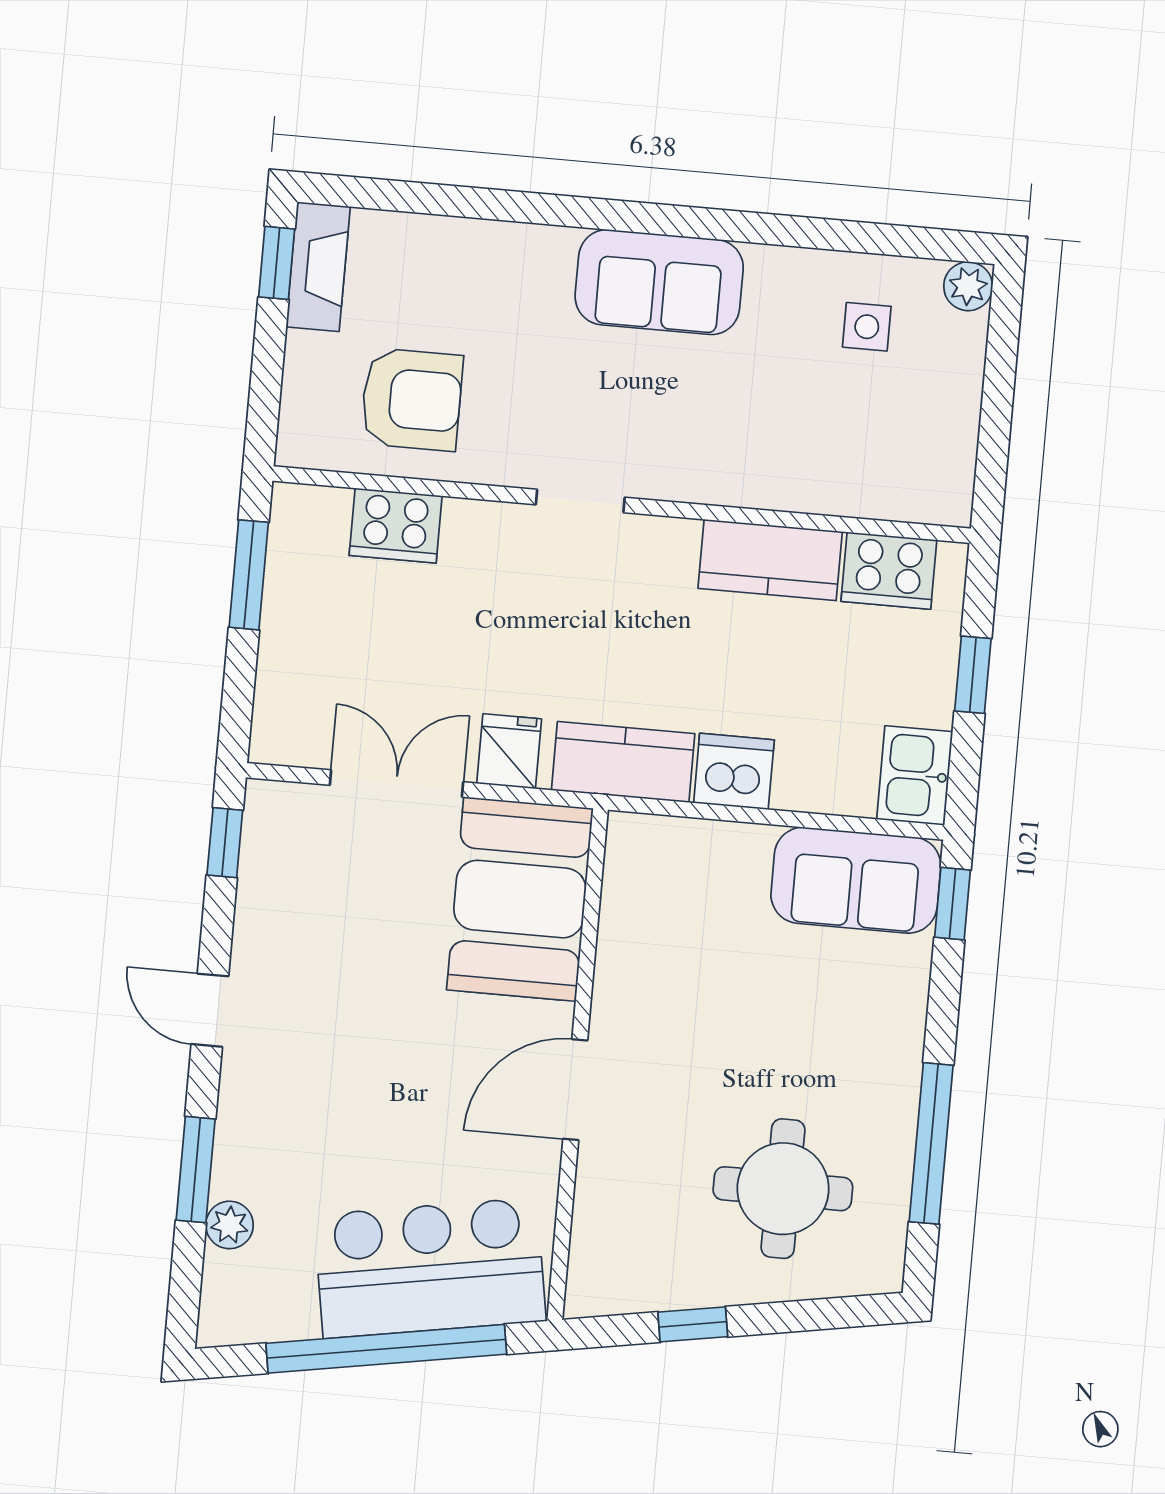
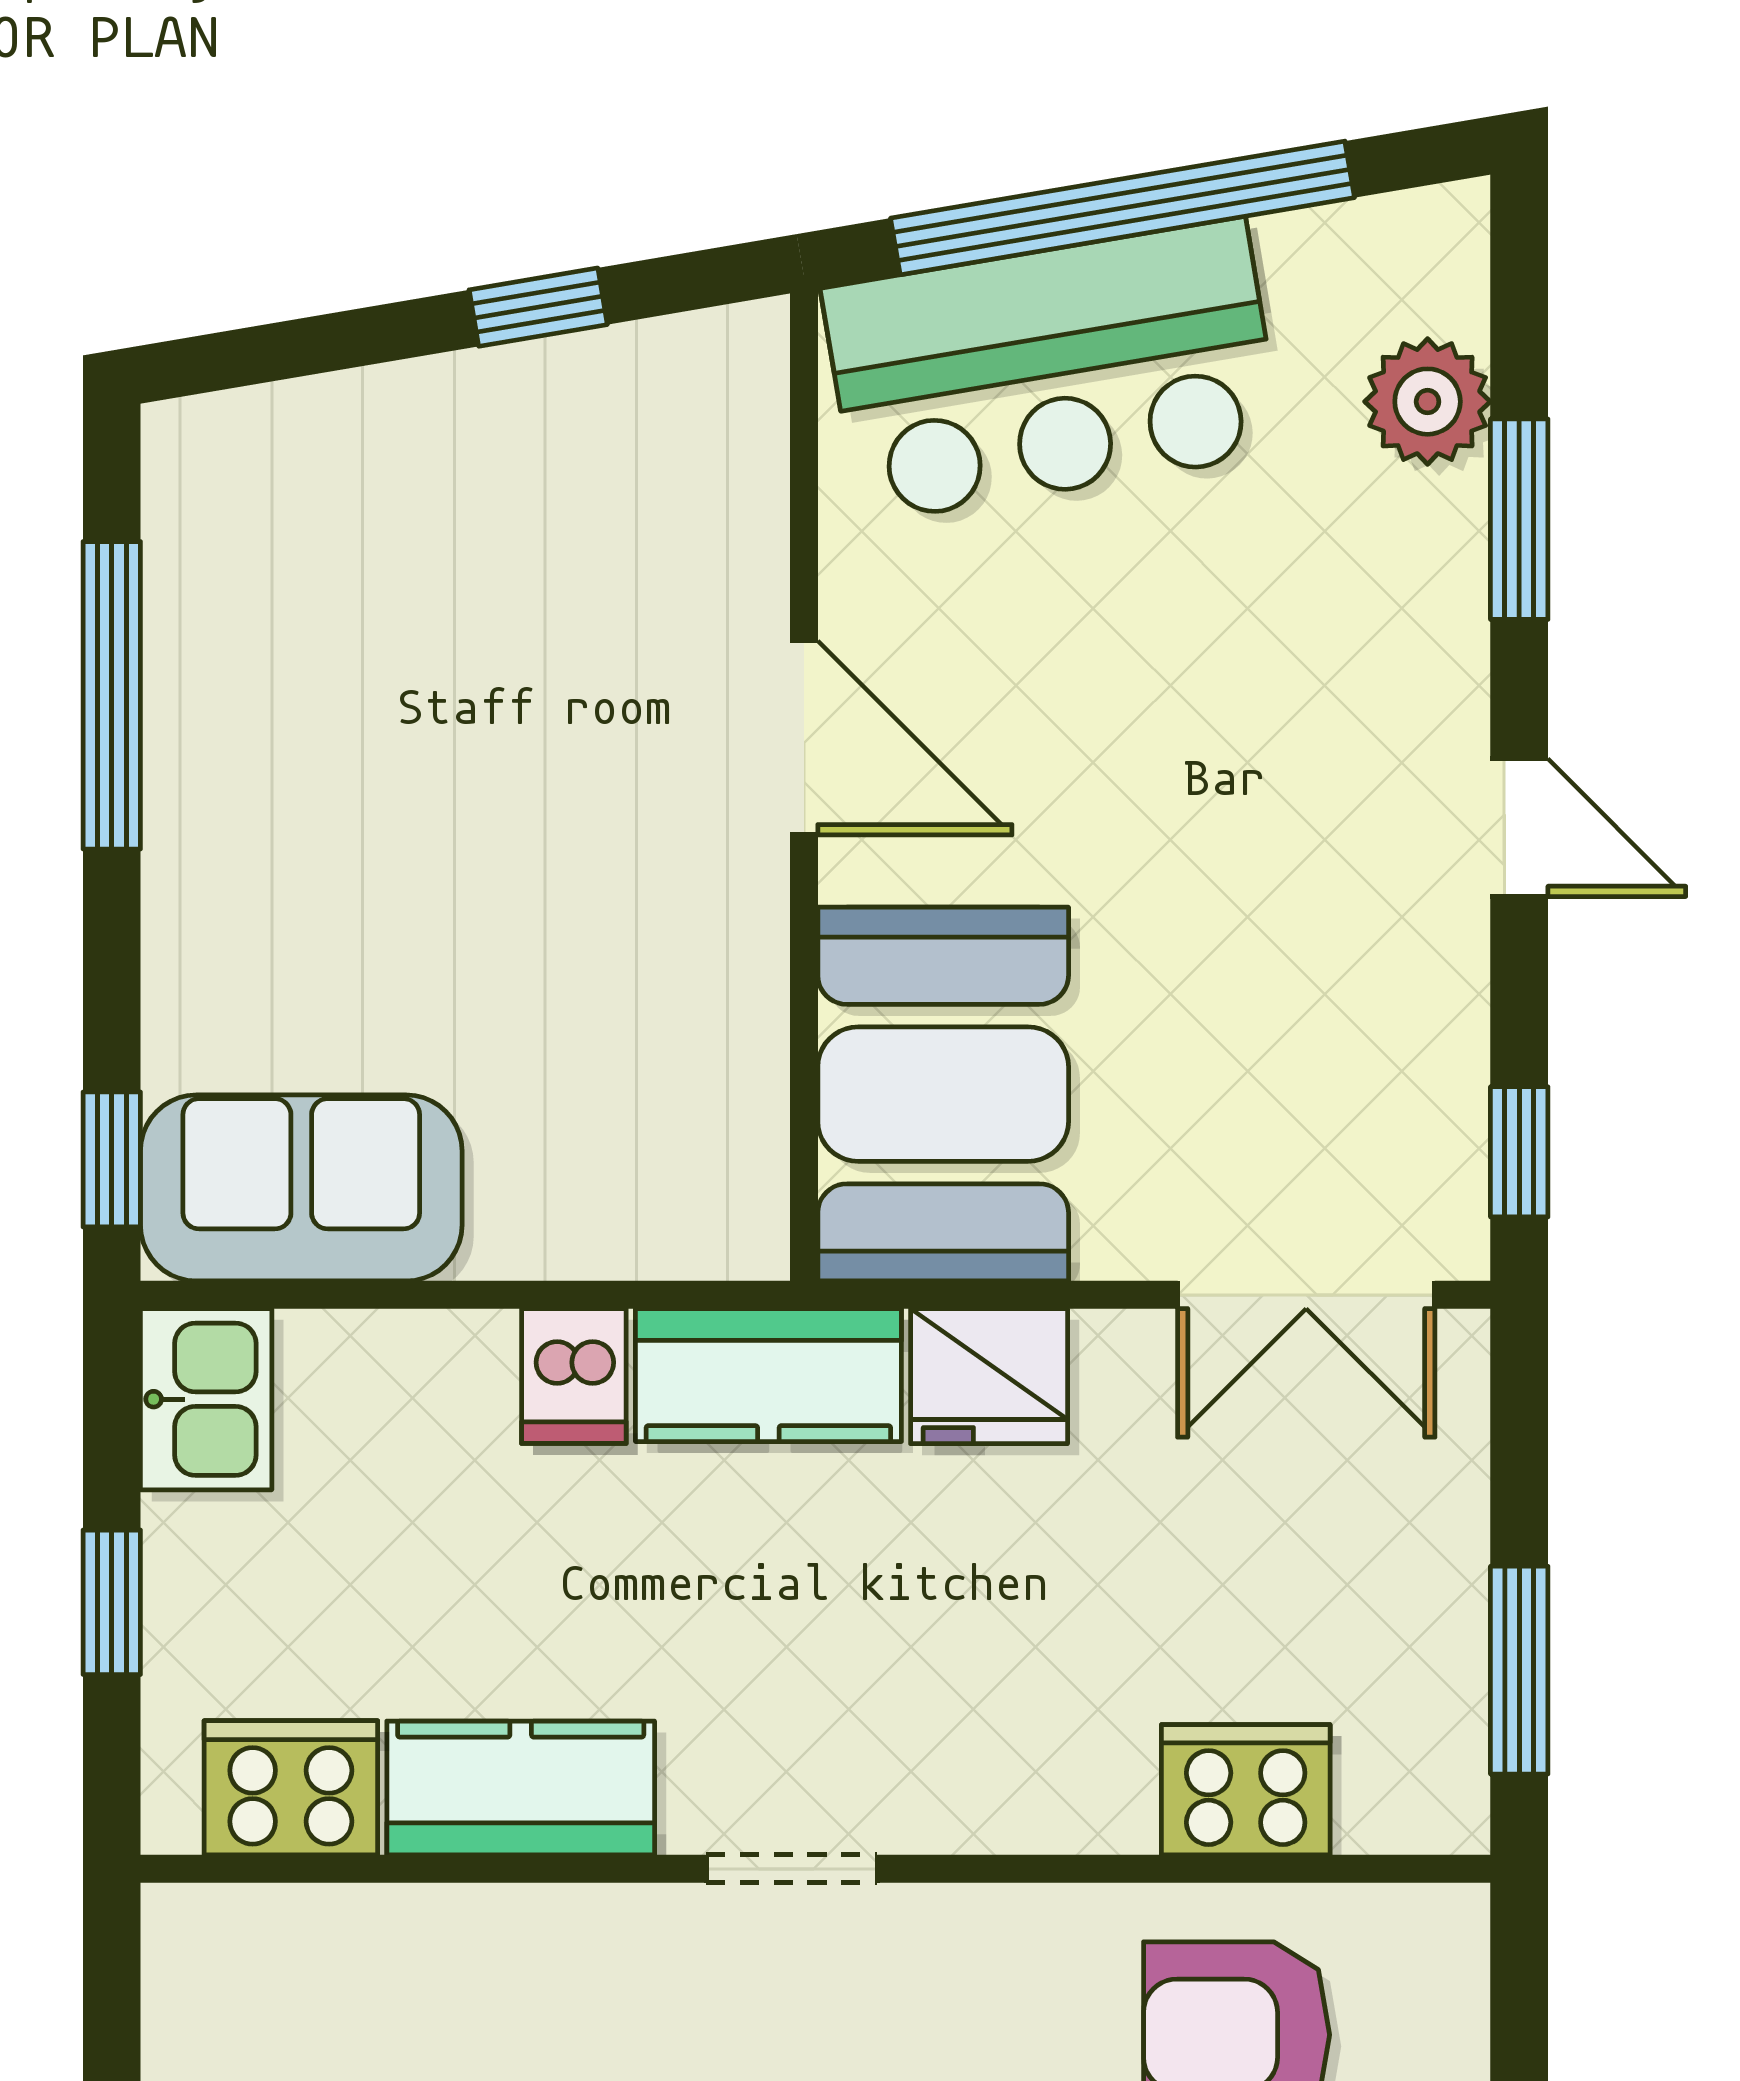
doorway: (580, 501) -> (792, 1869), moved
fridge: (509, 751) -> (989, 1376), width x1.38
dishwasher: (734, 771) -> (574, 1376), width x0.73
double door: (396, 784) -> (1306, 1295), moved
door: (575, 1090) -> (804, 738), hinge flipped
round table: (783, 1189) -> (388, 583), removed
plant: (230, 1225) -> (1428, 402), width x1.38, depth x1.38

